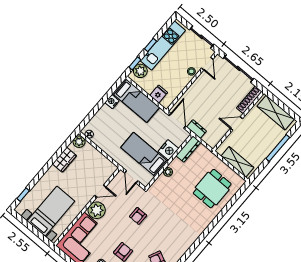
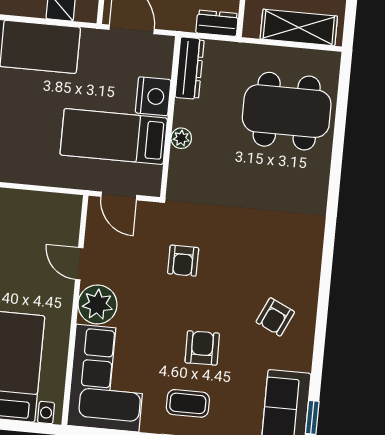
dresser: (197, 129) -> (217, 23), moved
dining table: (212, 189) -> (287, 111), width x1.38
door: (100, 191) -> (79, 264), swing flipped

